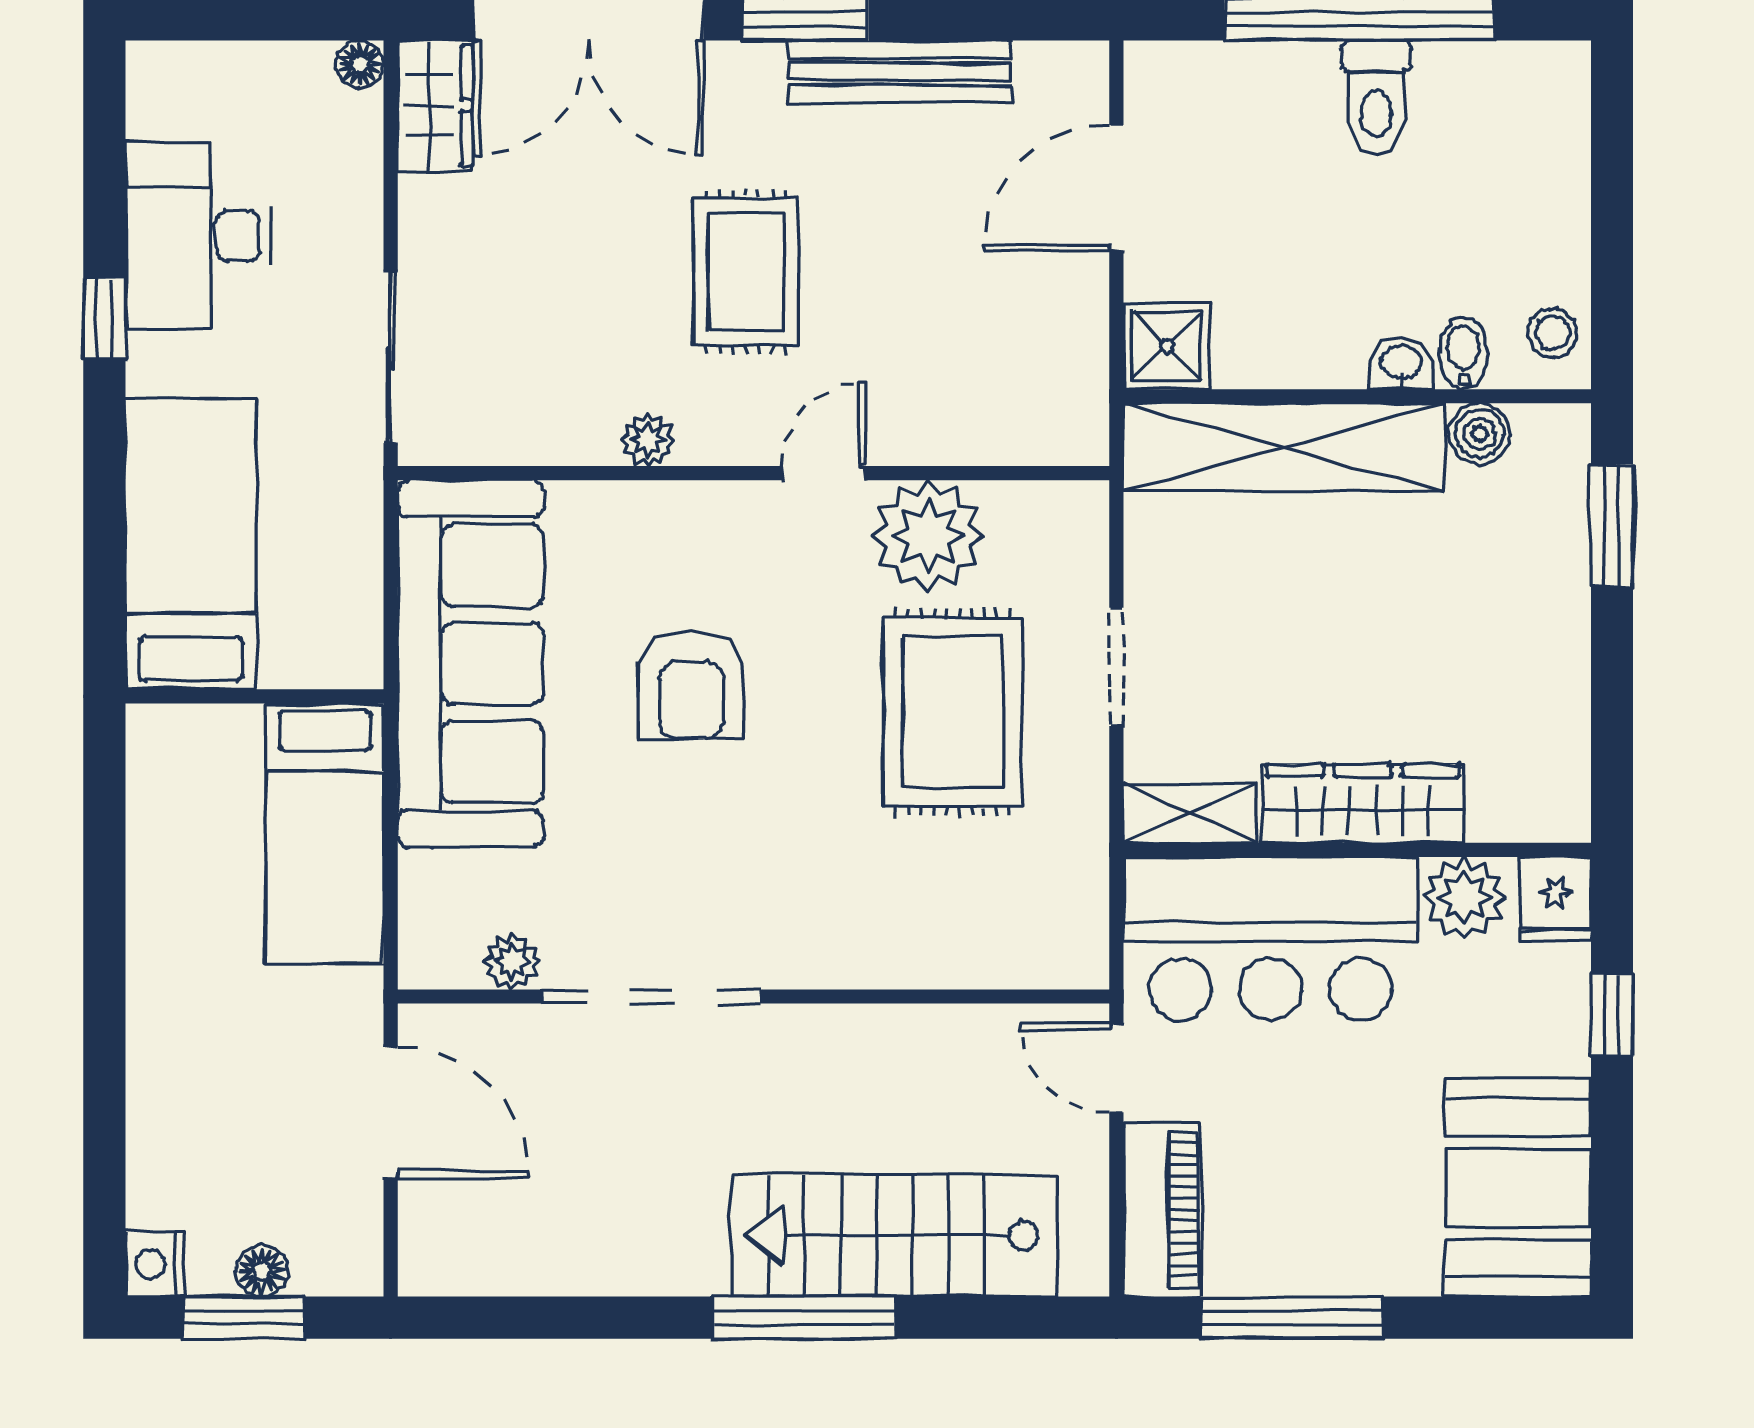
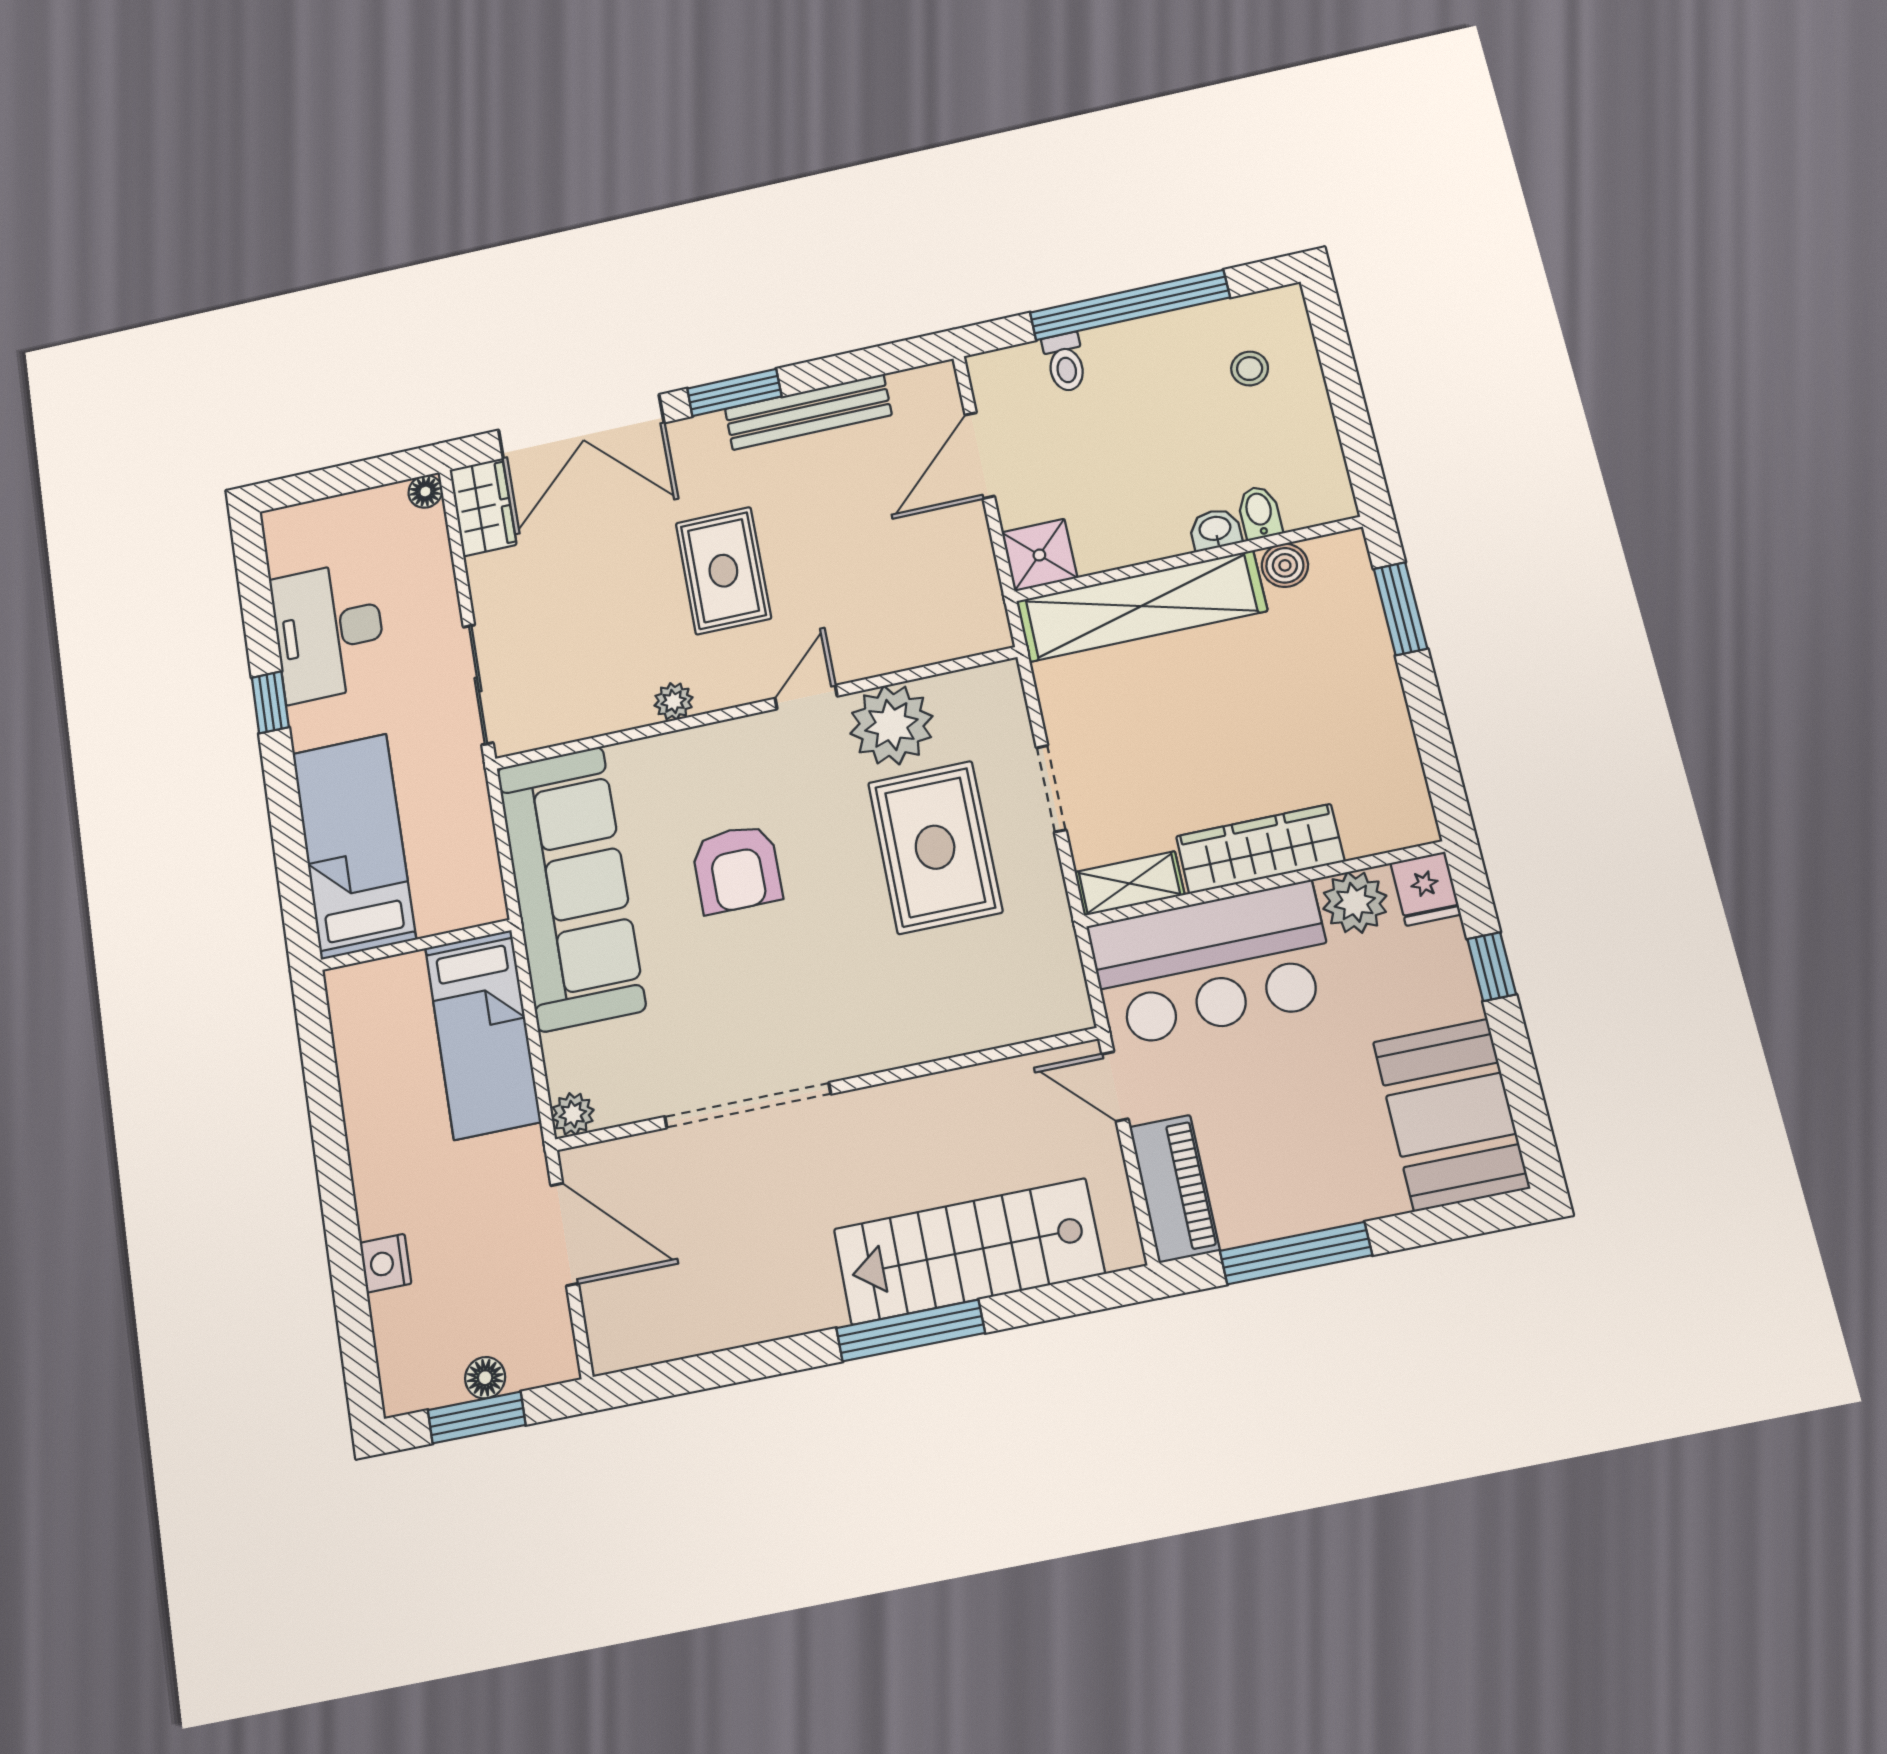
toilet: (1376, 98) -> (1065, 362), moved, width x0.73, depth x0.72
stool: (1553, 333) -> (1250, 369), moved
plant: (512, 962) -> (573, 1114), moved
nightstand: (155, 1264) -> (386, 1263), moved

